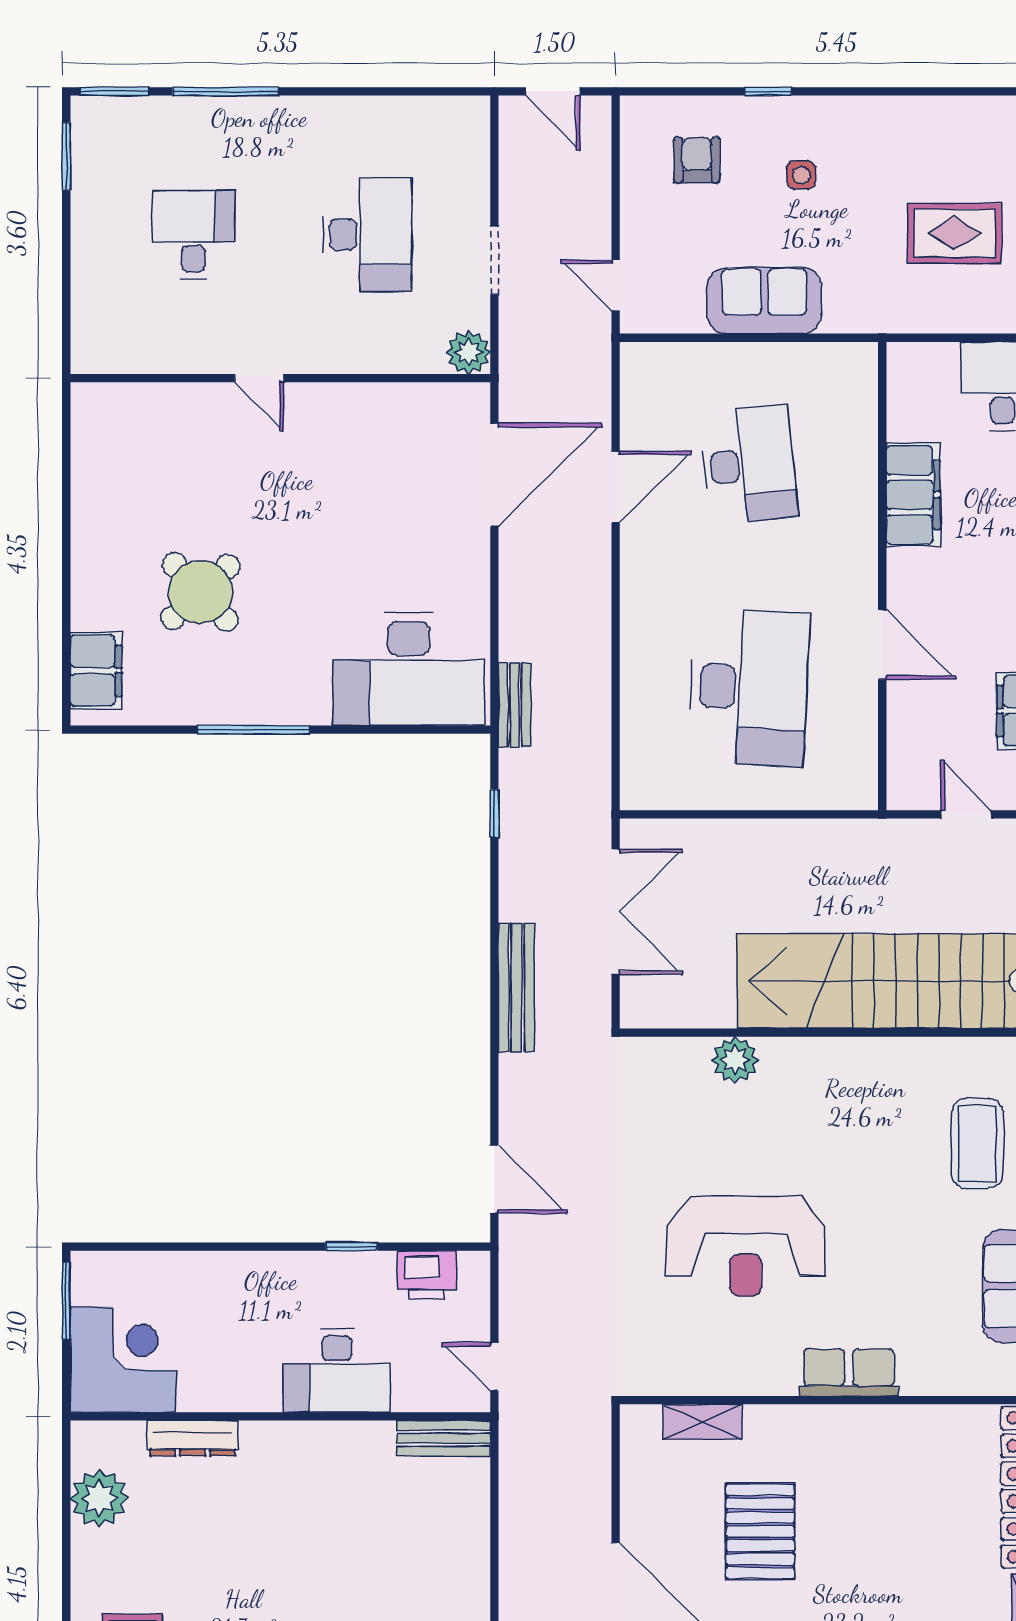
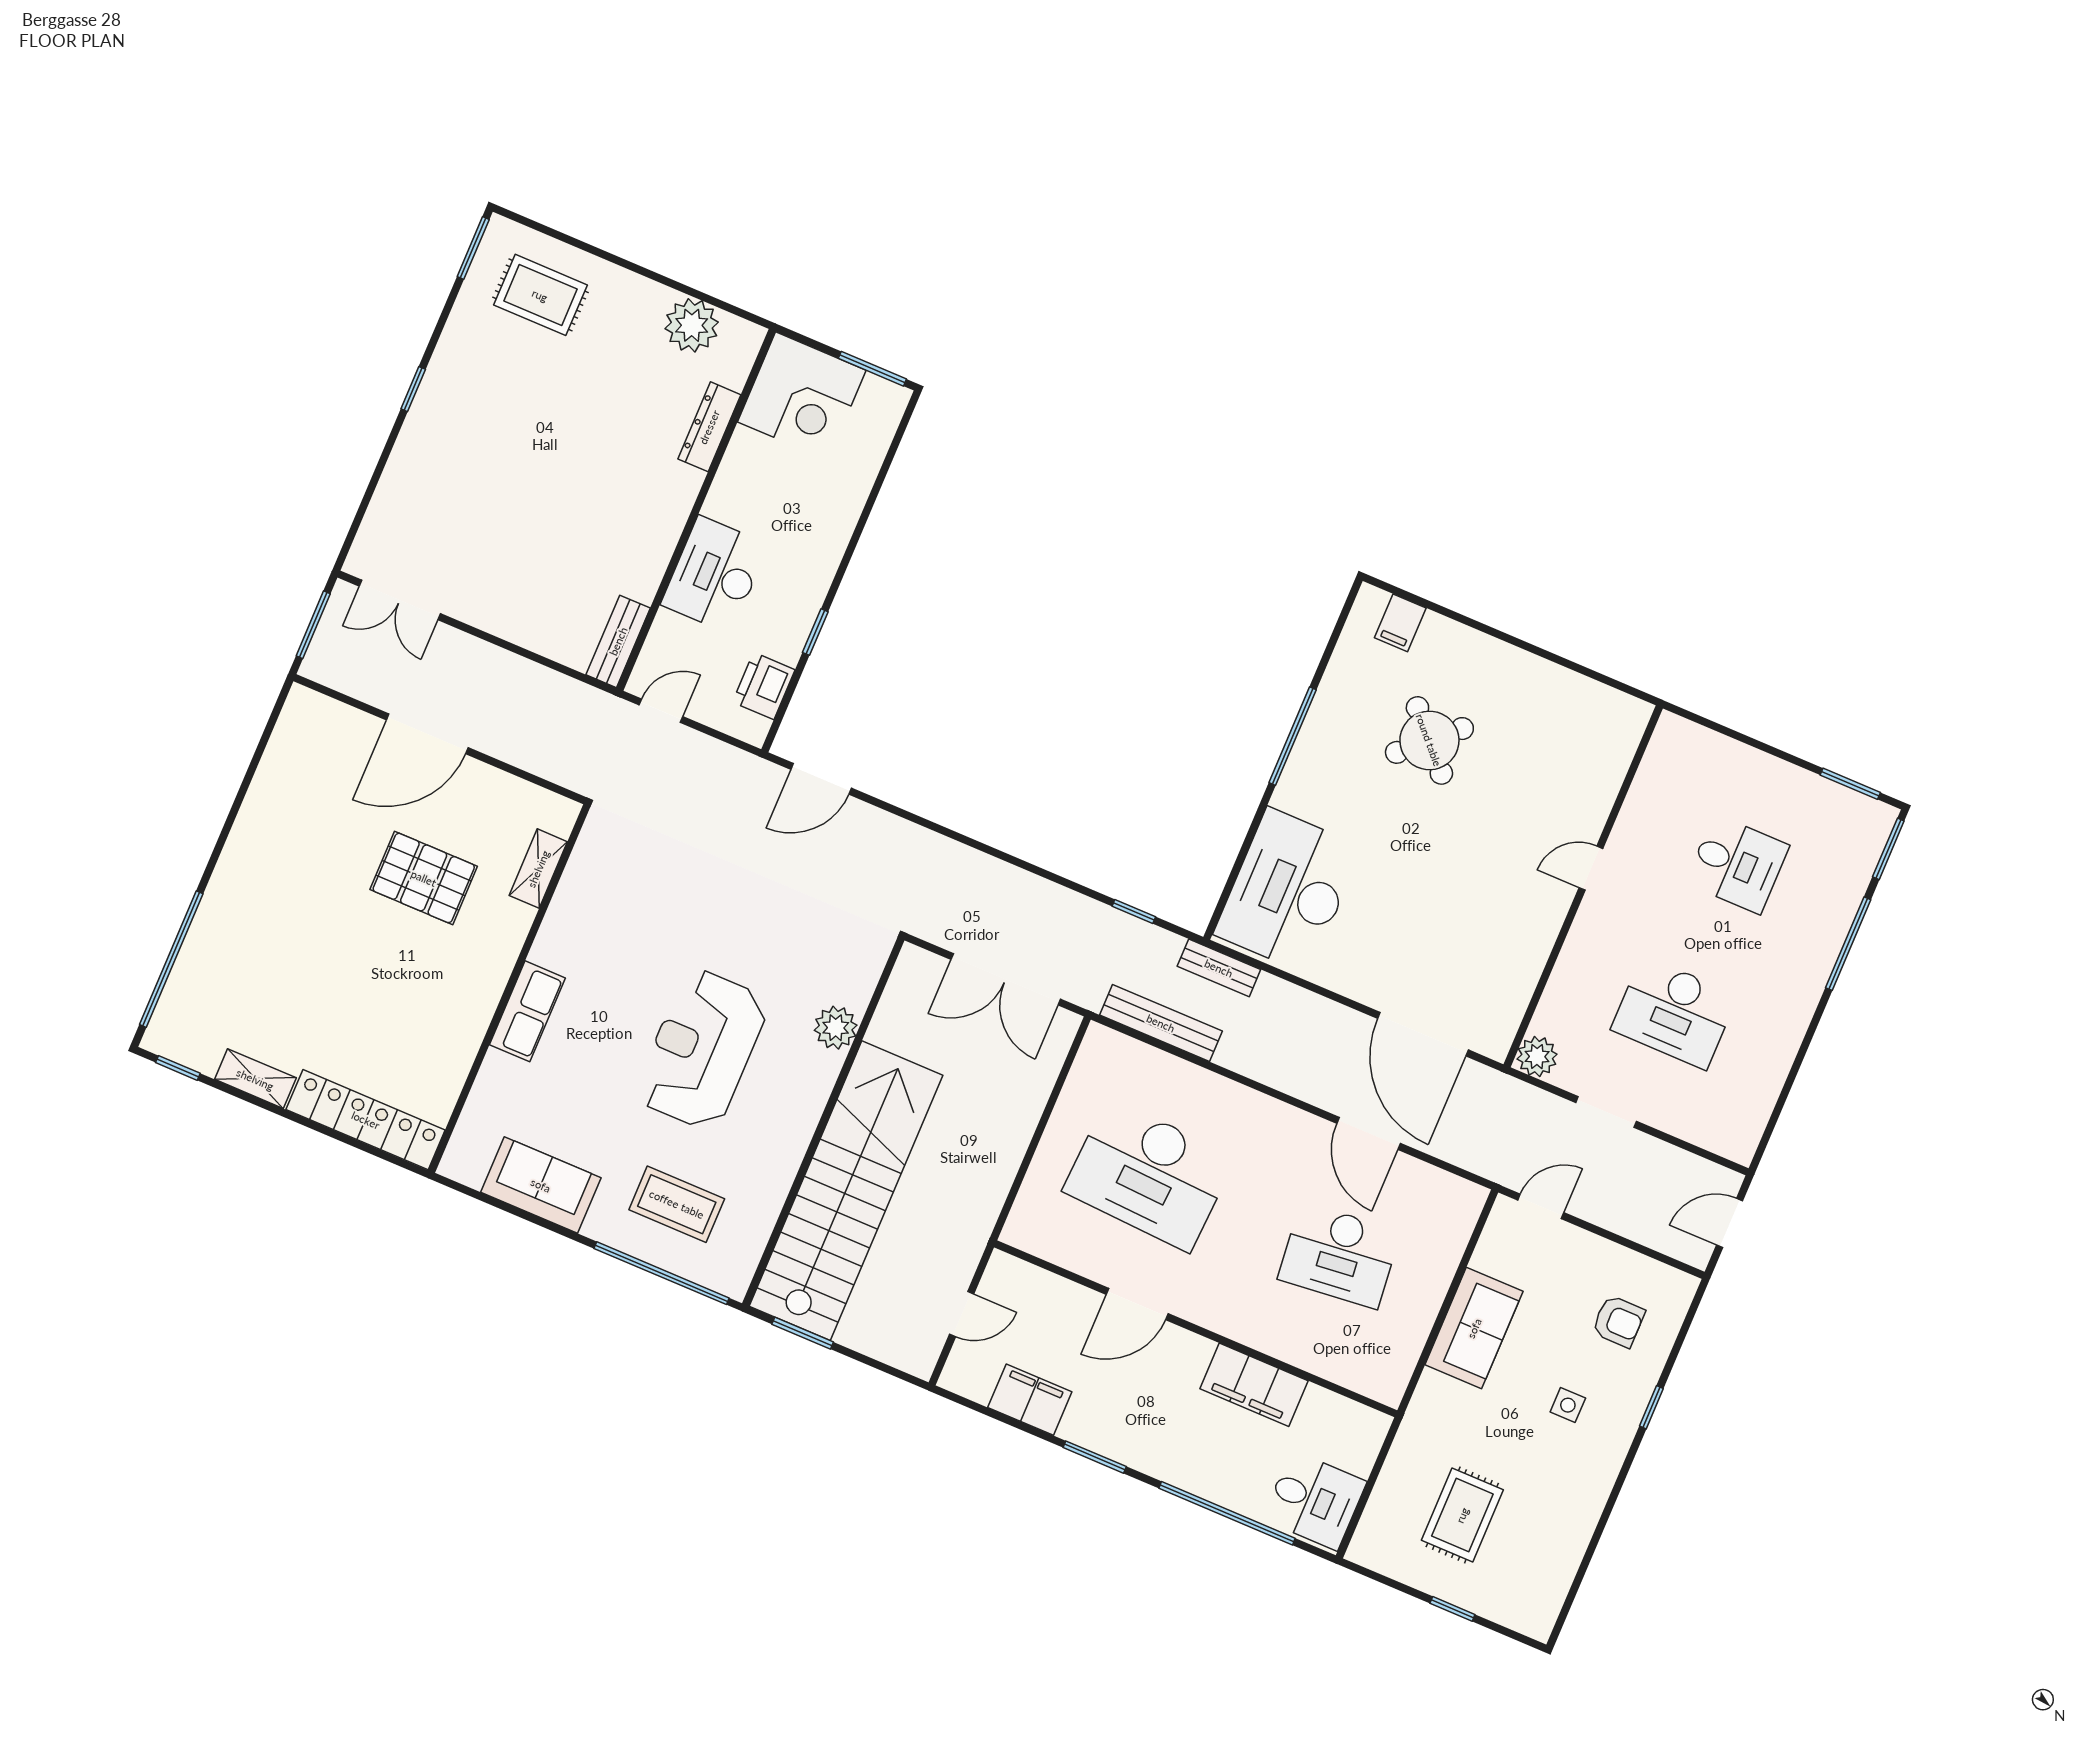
filing cabinet: (96, 670) -> (1400, 623), width x0.50
bench: (516, 987) -> (1161, 1023), moved
reception desk: (746, 1246) -> (702, 1049), moved

